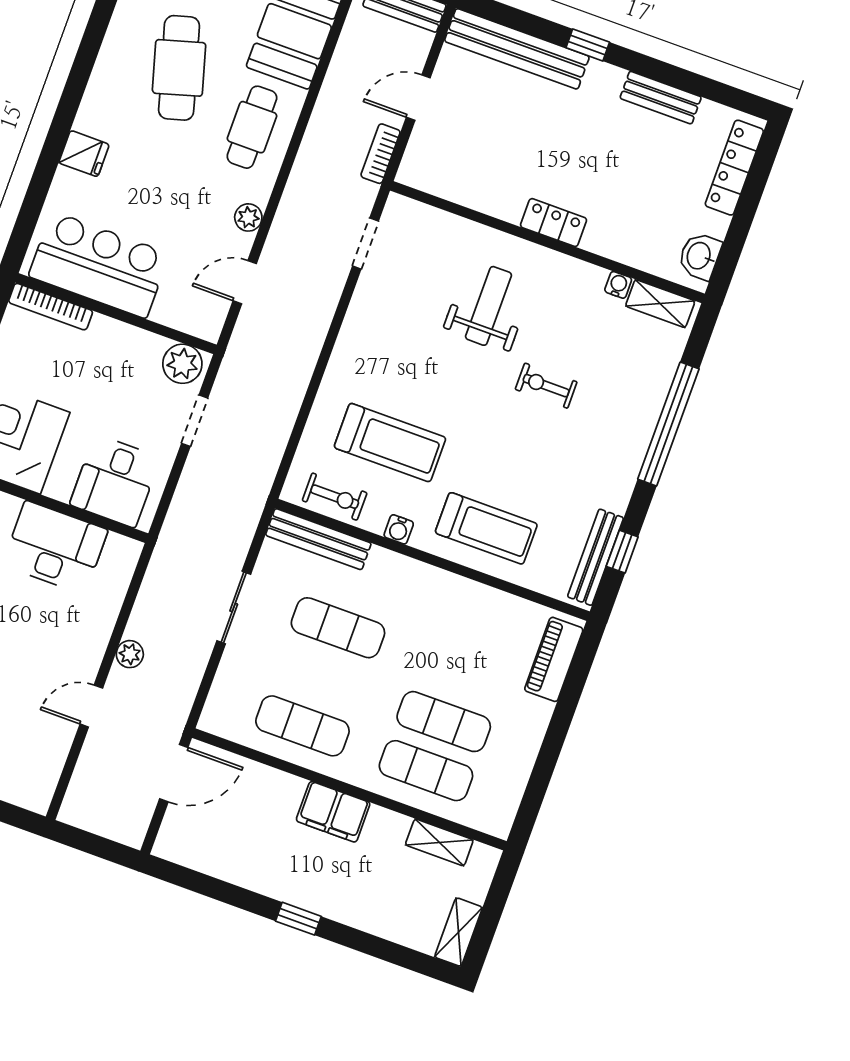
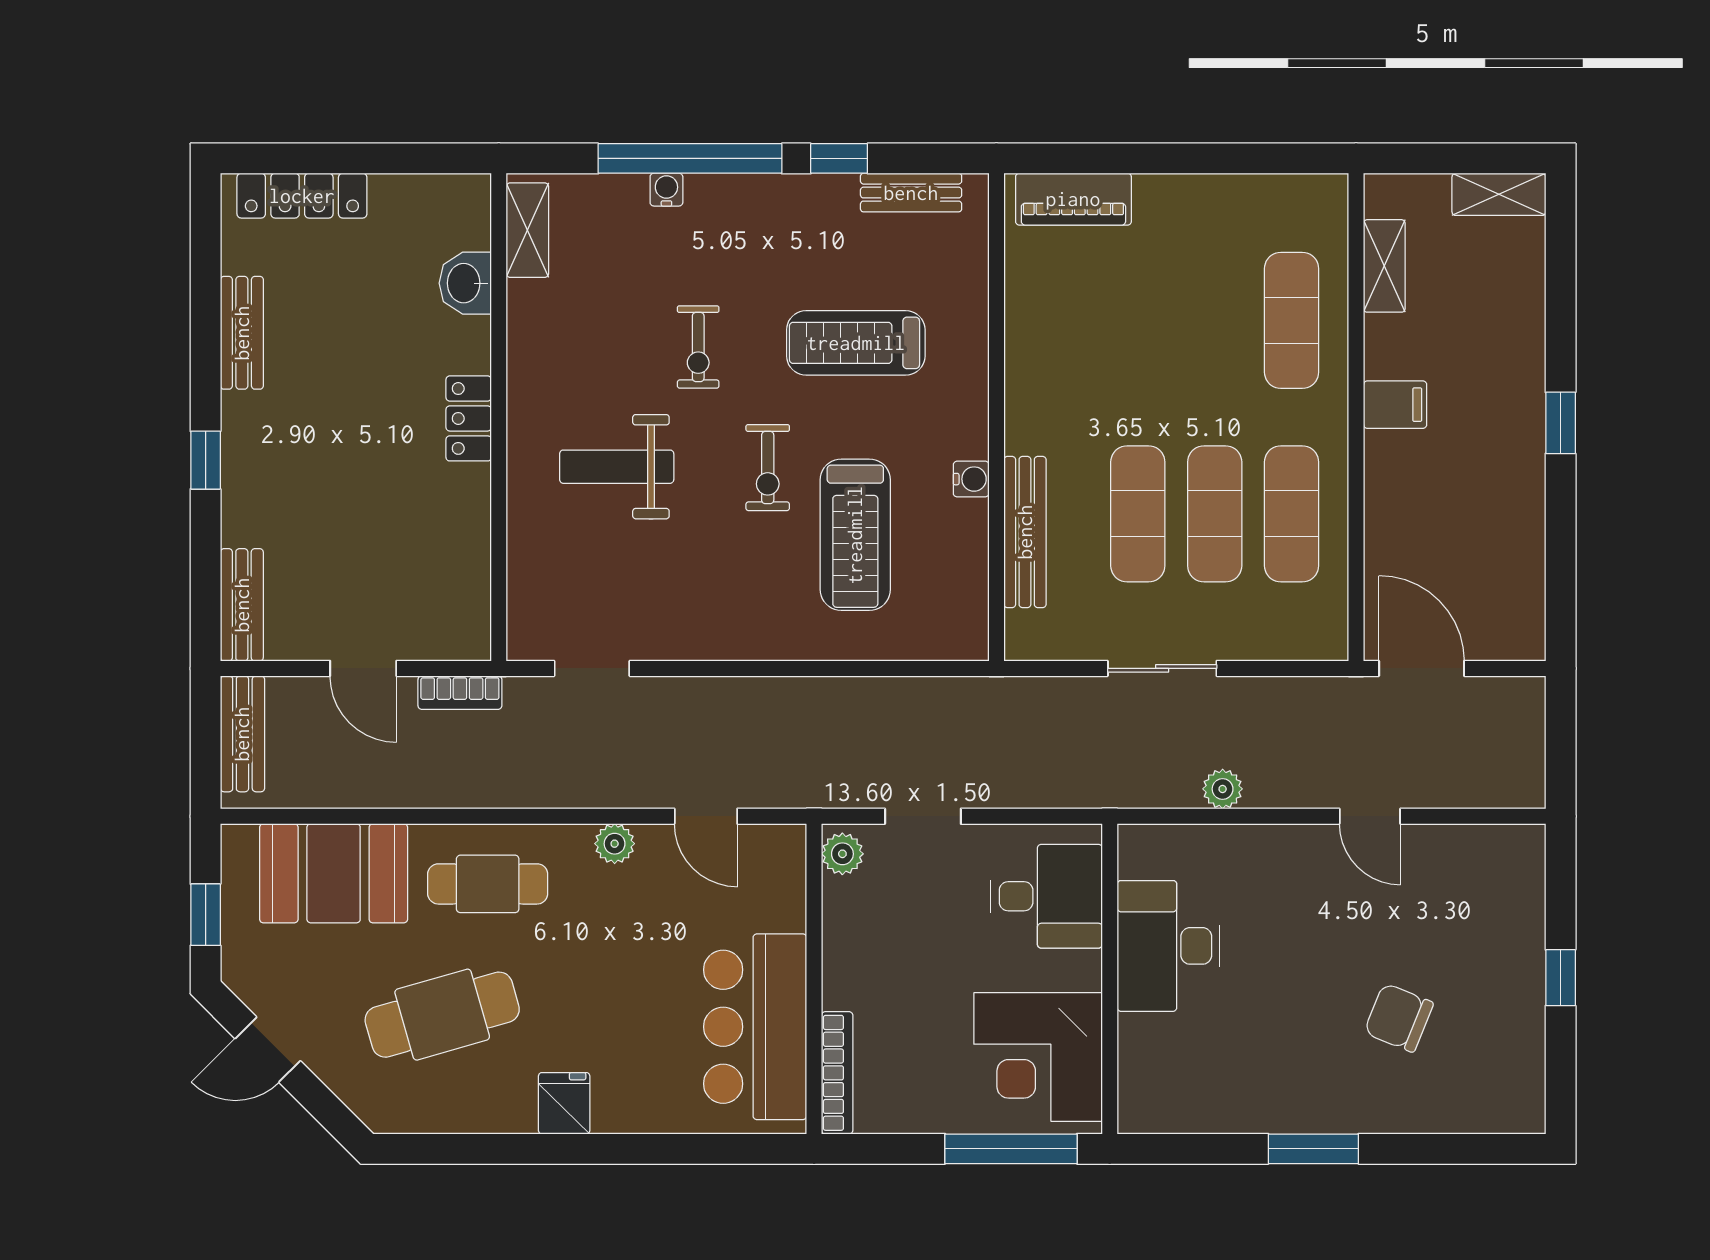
bench: (517, 49) -> (242, 605), width x0.54, depth x0.82
fridge: (84, 154) -> (564, 1103), moved
washbasin: (700, 256) -> (465, 283), moved, turned 90
water cooler: (618, 285) -> (666, 190), moved, turned 90
plant: (182, 364) -> (842, 854), width x0.73, depth x0.73
treadmill: (390, 443) -> (855, 535), turned 180
exercise bike: (335, 497) -> (768, 468), moved, turned 180
treadmill: (486, 528) -> (856, 343), moved, turned -90
bench: (318, 539) -> (1025, 532), moved
window: (622, 552) -> (839, 158), moved
bench: (596, 557) -> (911, 193), width x0.73
plant: (130, 654) -> (1223, 789), moved
exercise mat: (444, 722) -> (1215, 514), moved
filing cabinet: (333, 812) -> (1395, 405), width x0.50

